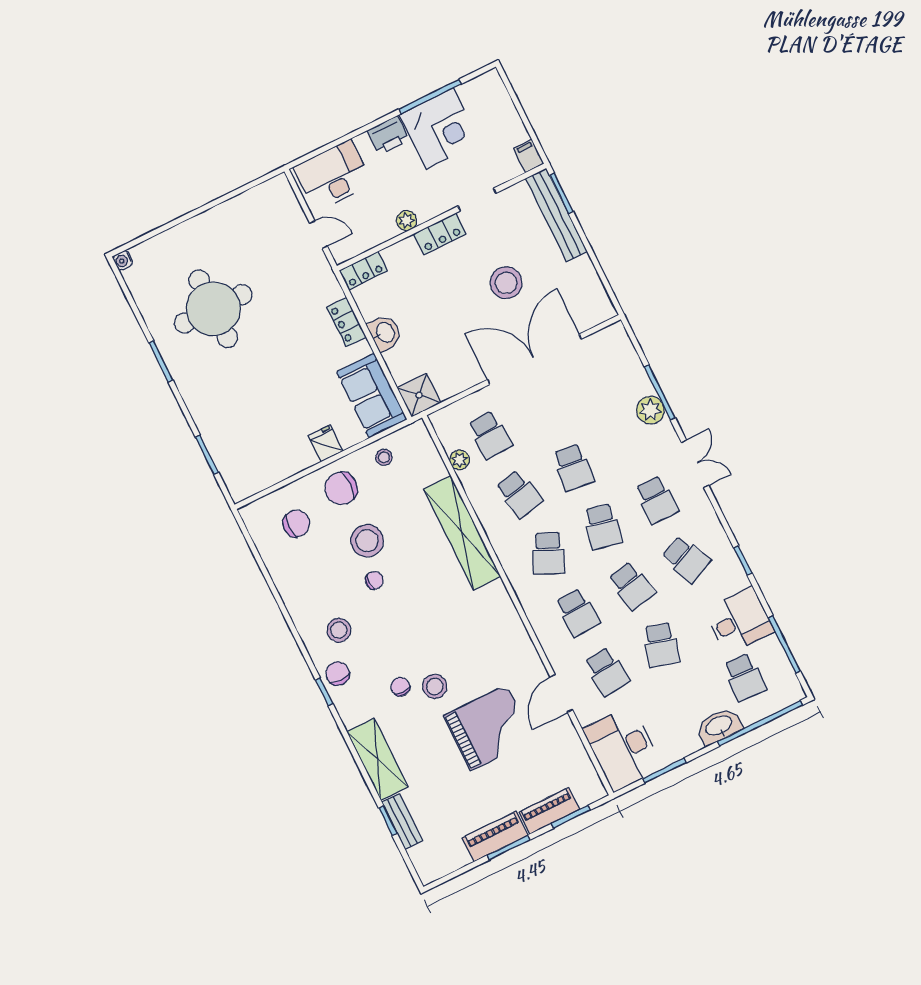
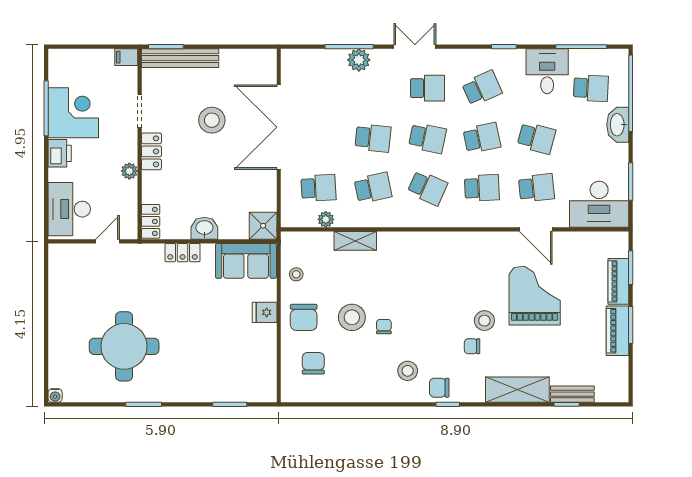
shelving: (462, 533) -> (355, 241), width x0.45, depth x0.75

